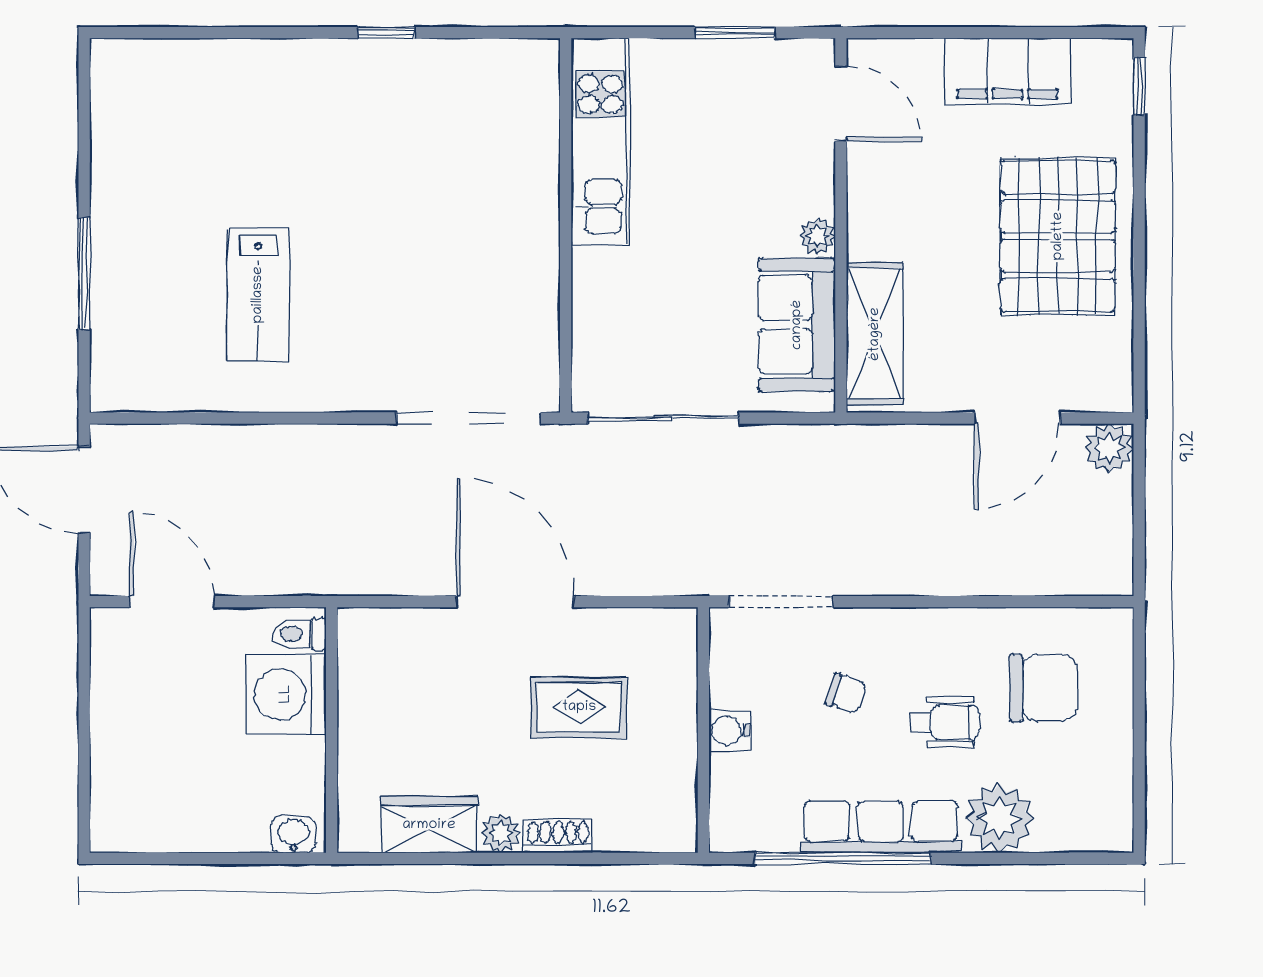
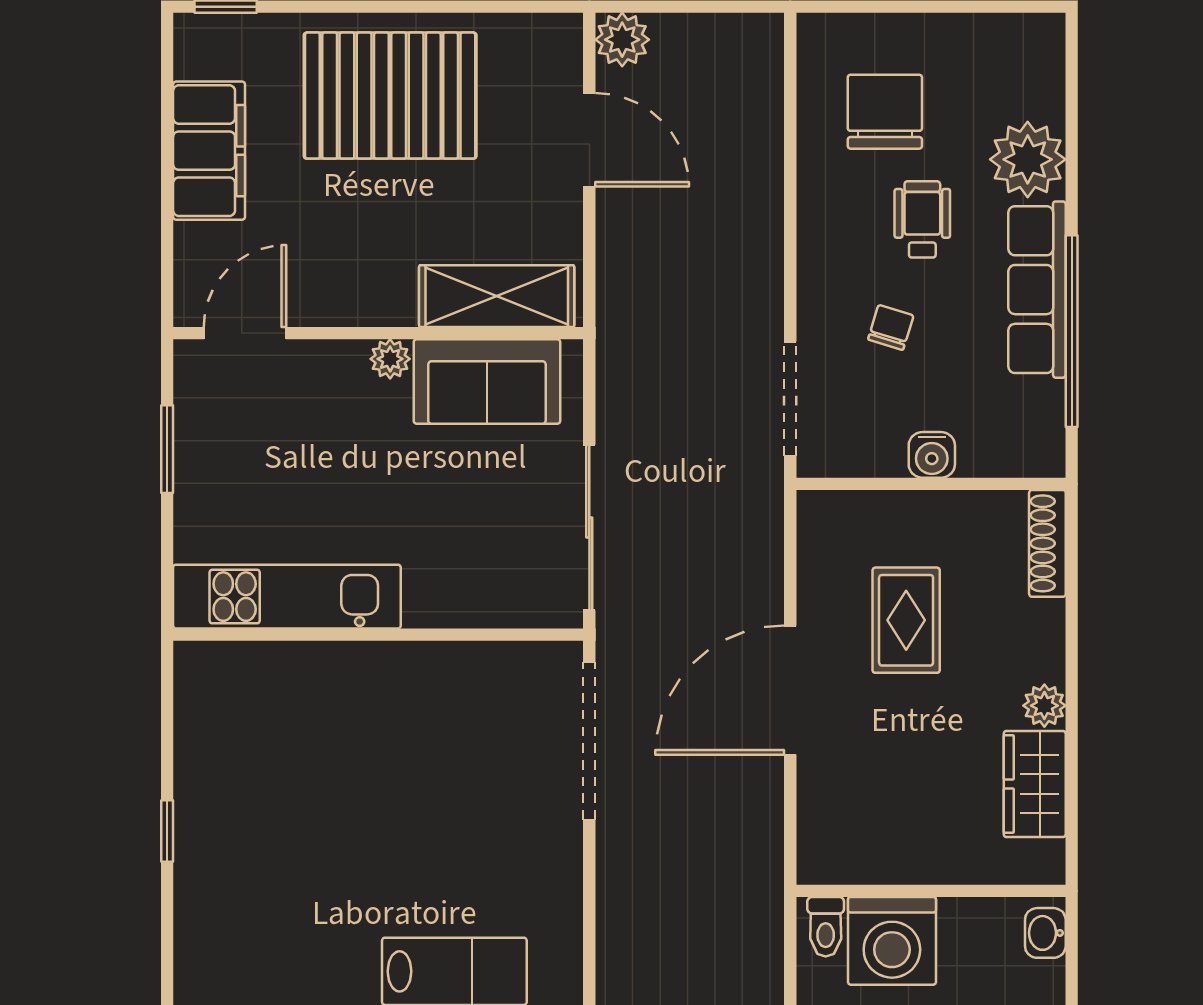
shoe rack: (558, 836) -> (1047, 543), moved, width x1.43

